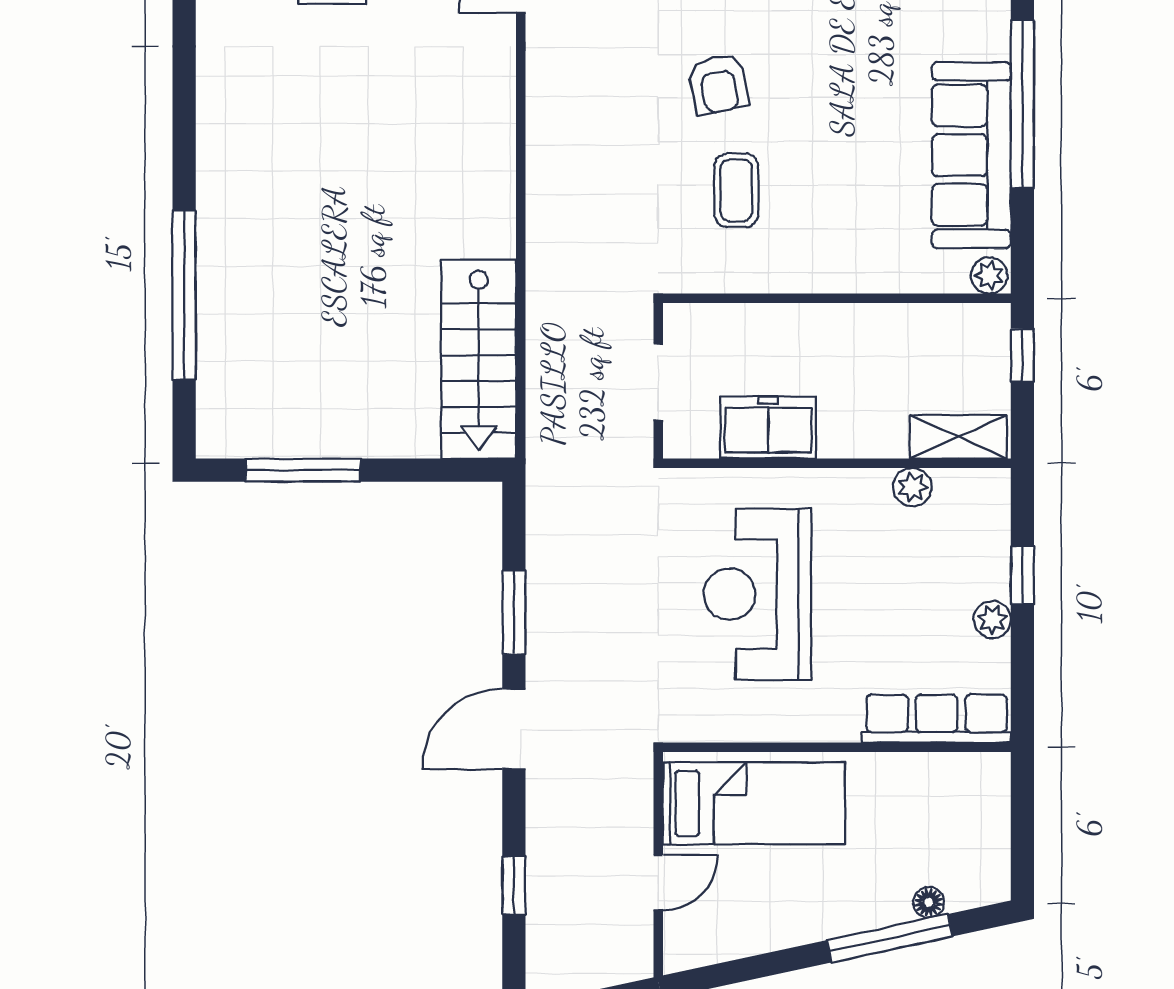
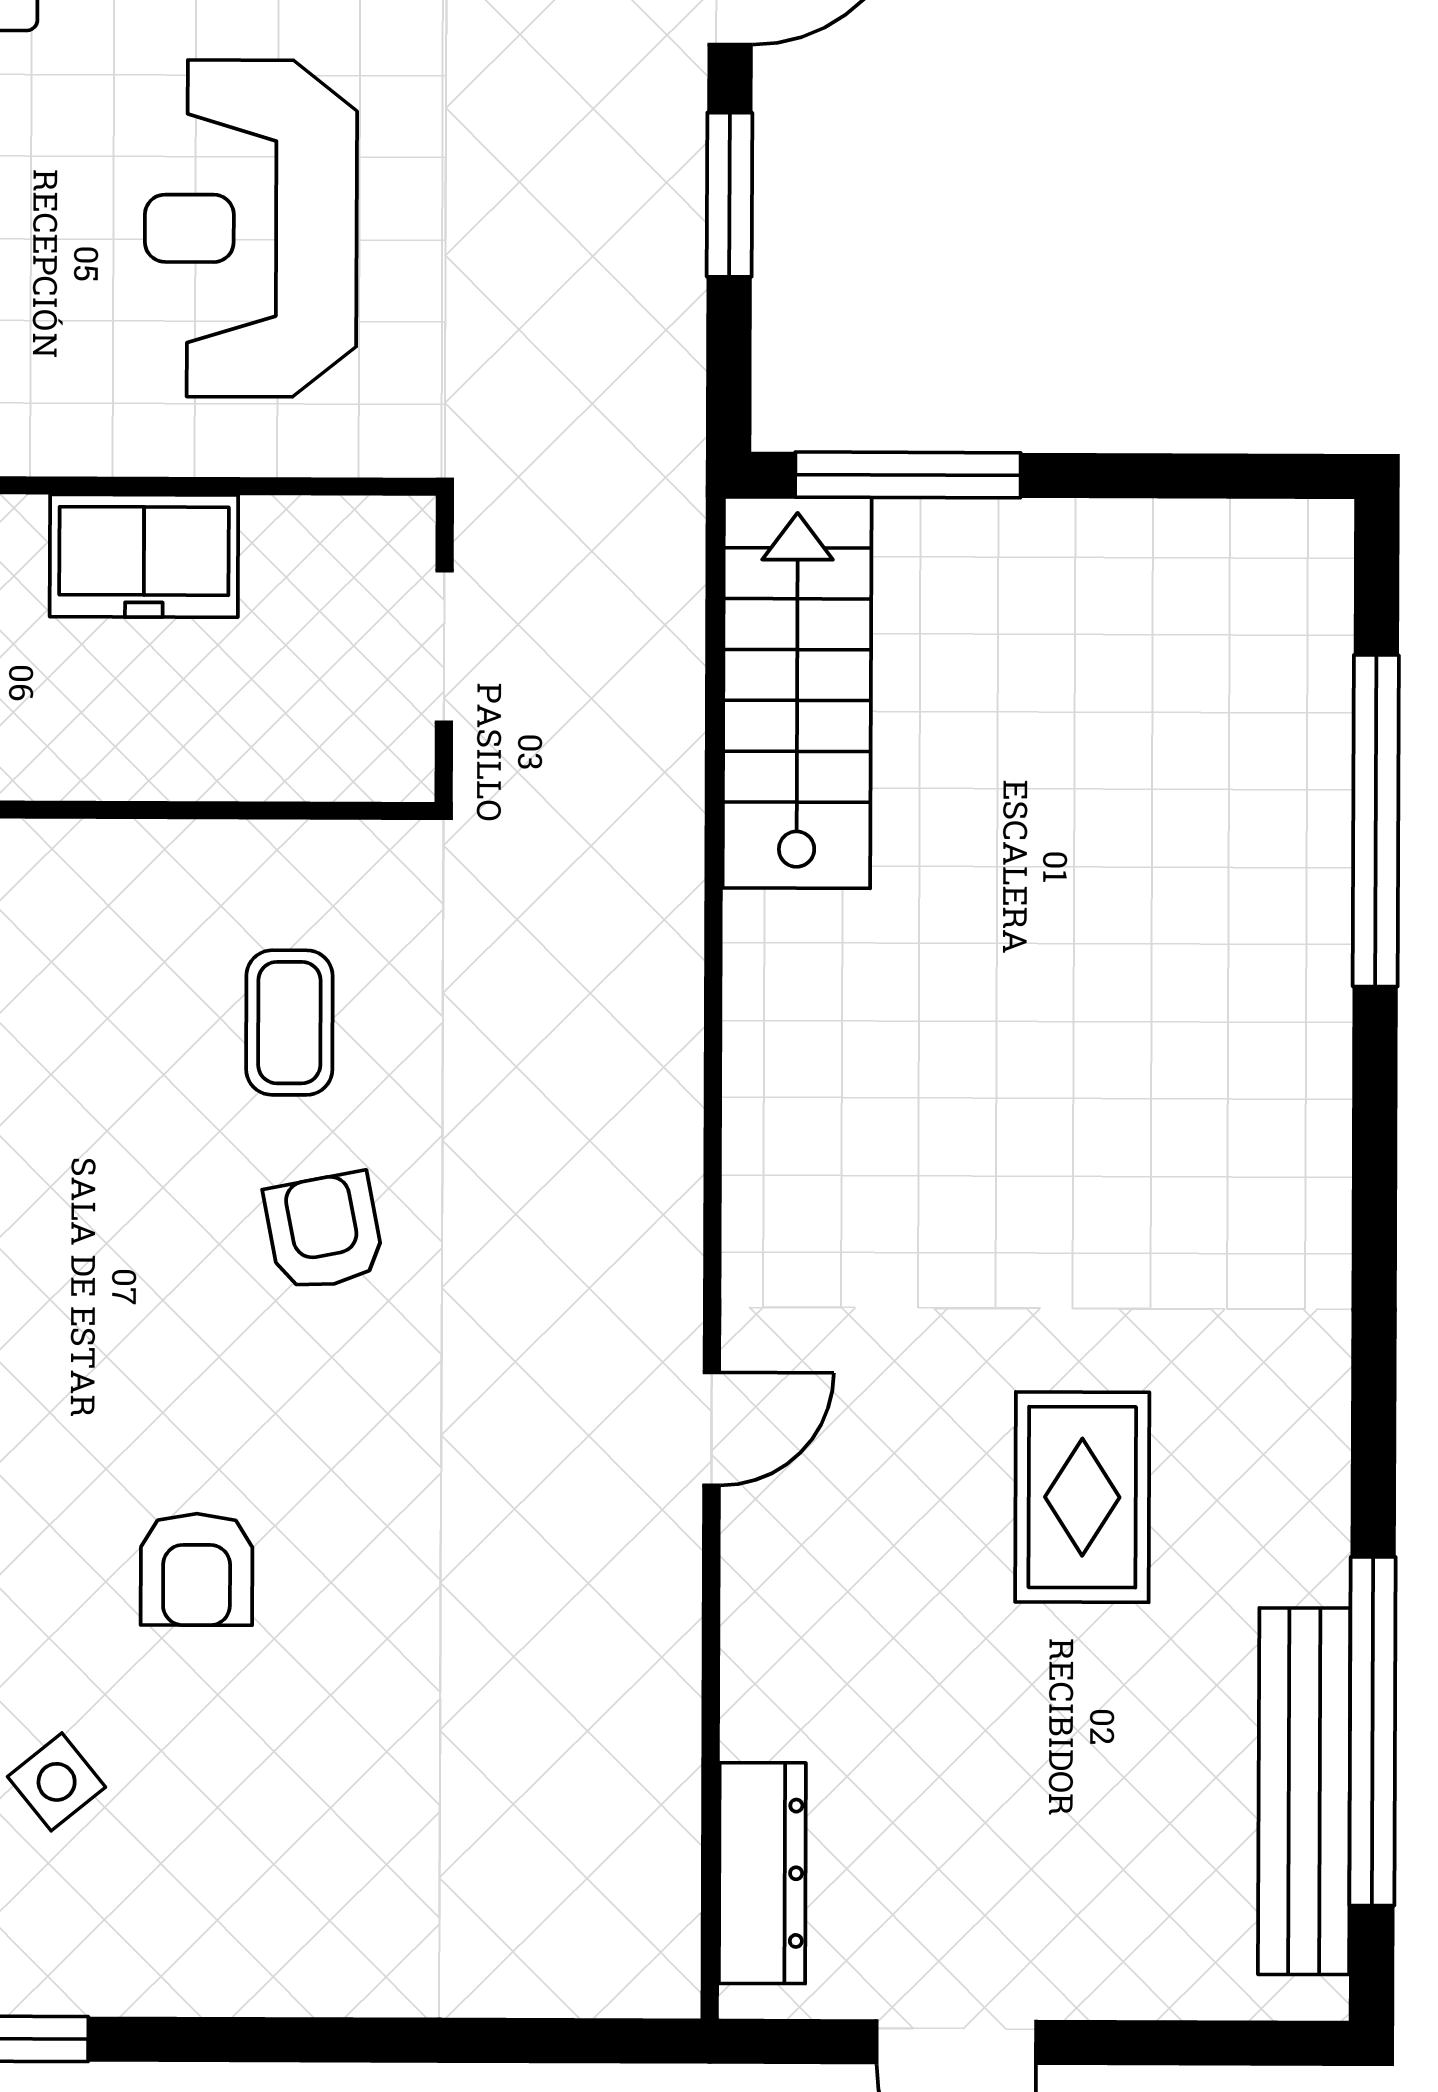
freezer: (768, 428) -> (144, 556), moved
window: (303, 470) -> (908, 475), moved
reception desk: (757, 594) -> (251, 228), turned 180

